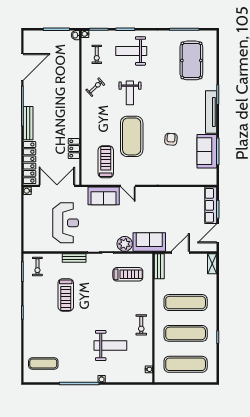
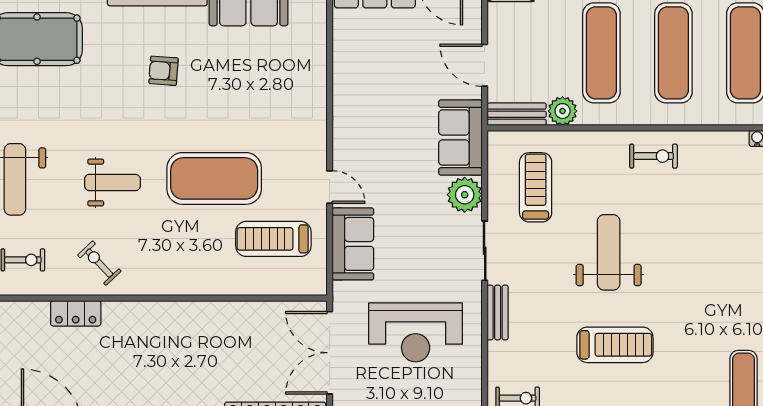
armchair: (171, 139) -> (163, 71), moved
locker: (74, 148) -> (76, 313), moved
door: (128, 186) -> (330, 187), hinge flipped
reception desk: (66, 223) -> (416, 332), turned 180
plant: (161, 286) -> (563, 111), added
treadmill: (66, 295) -> (615, 345), moved
weight bench: (110, 345) -> (609, 252), moved

